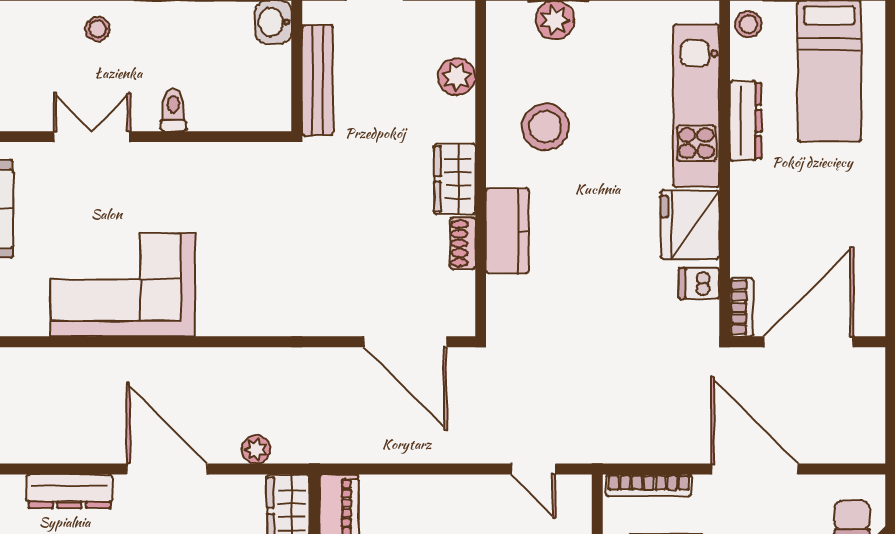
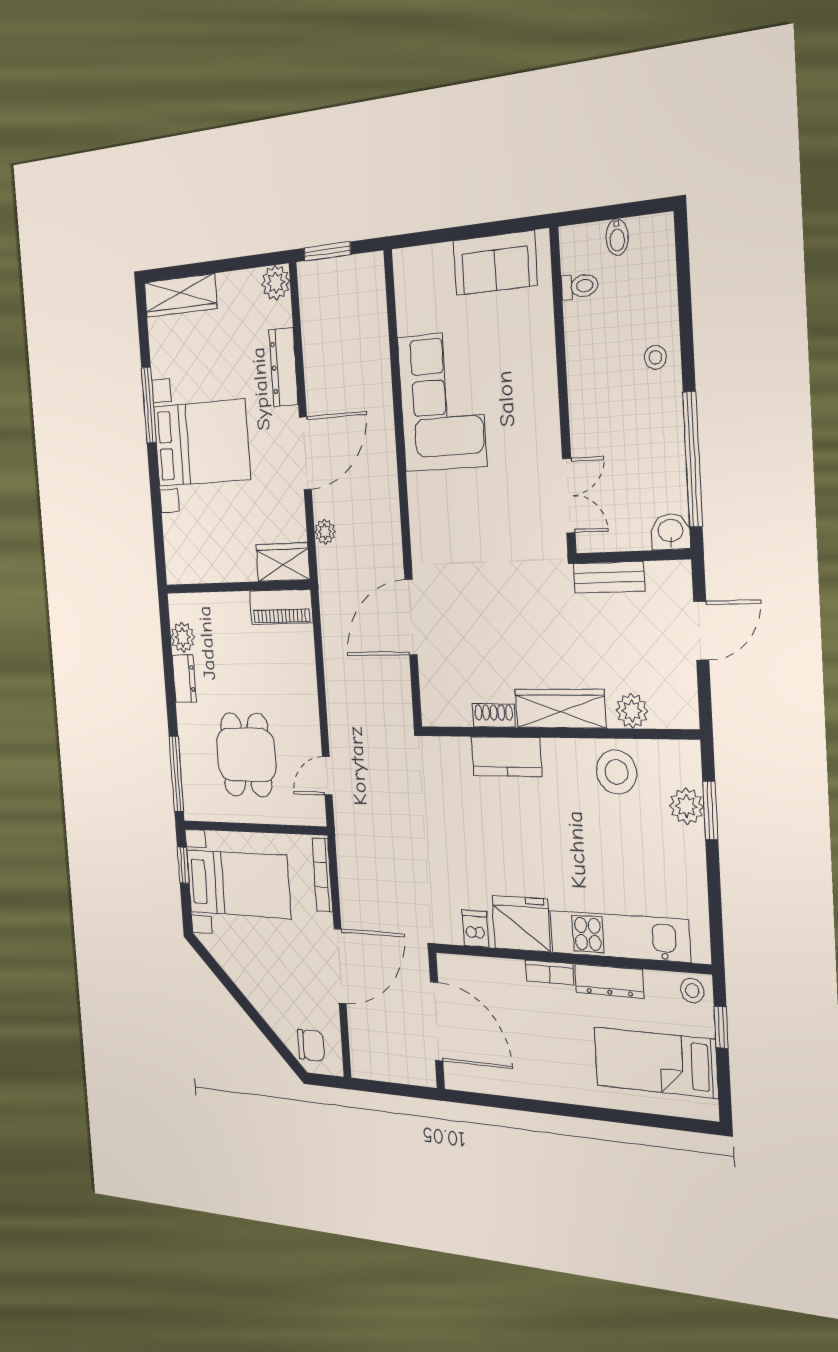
bench: (318, 80) -> (609, 577), width x0.73
toilet: (173, 110) -> (580, 286), moved
stool: (545, 127) -> (616, 772), moved
double door: (92, 137) -> (569, 496), moved
wardrobe: (455, 179) -> (560, 709), width x1.50
bookcase: (742, 307) -> (549, 972), moved
door: (405, 342) -> (411, 617), moved

